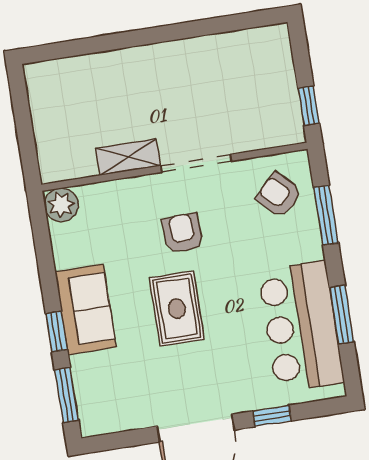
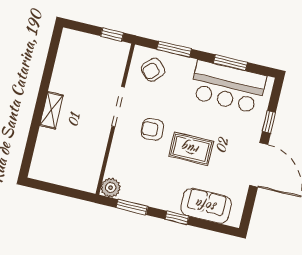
shelving: (128, 157) -> (51, 110), moved
sofa: (85, 309) -> (206, 206), moved
window: (67, 395) -> (132, 207), moved

